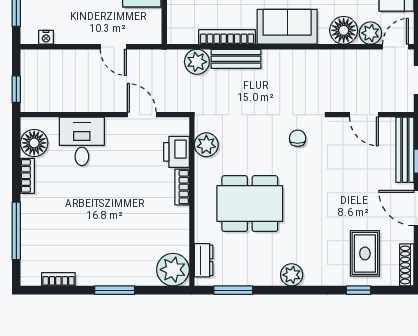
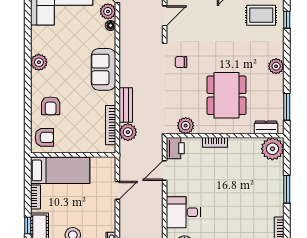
floor lamp: (344, 30) -> (111, 25), width x0.53, depth x0.53
bookcase: (227, 37) -> (111, 125), moved
printer: (176, 152) -> (175, 148), moved, turned -90

